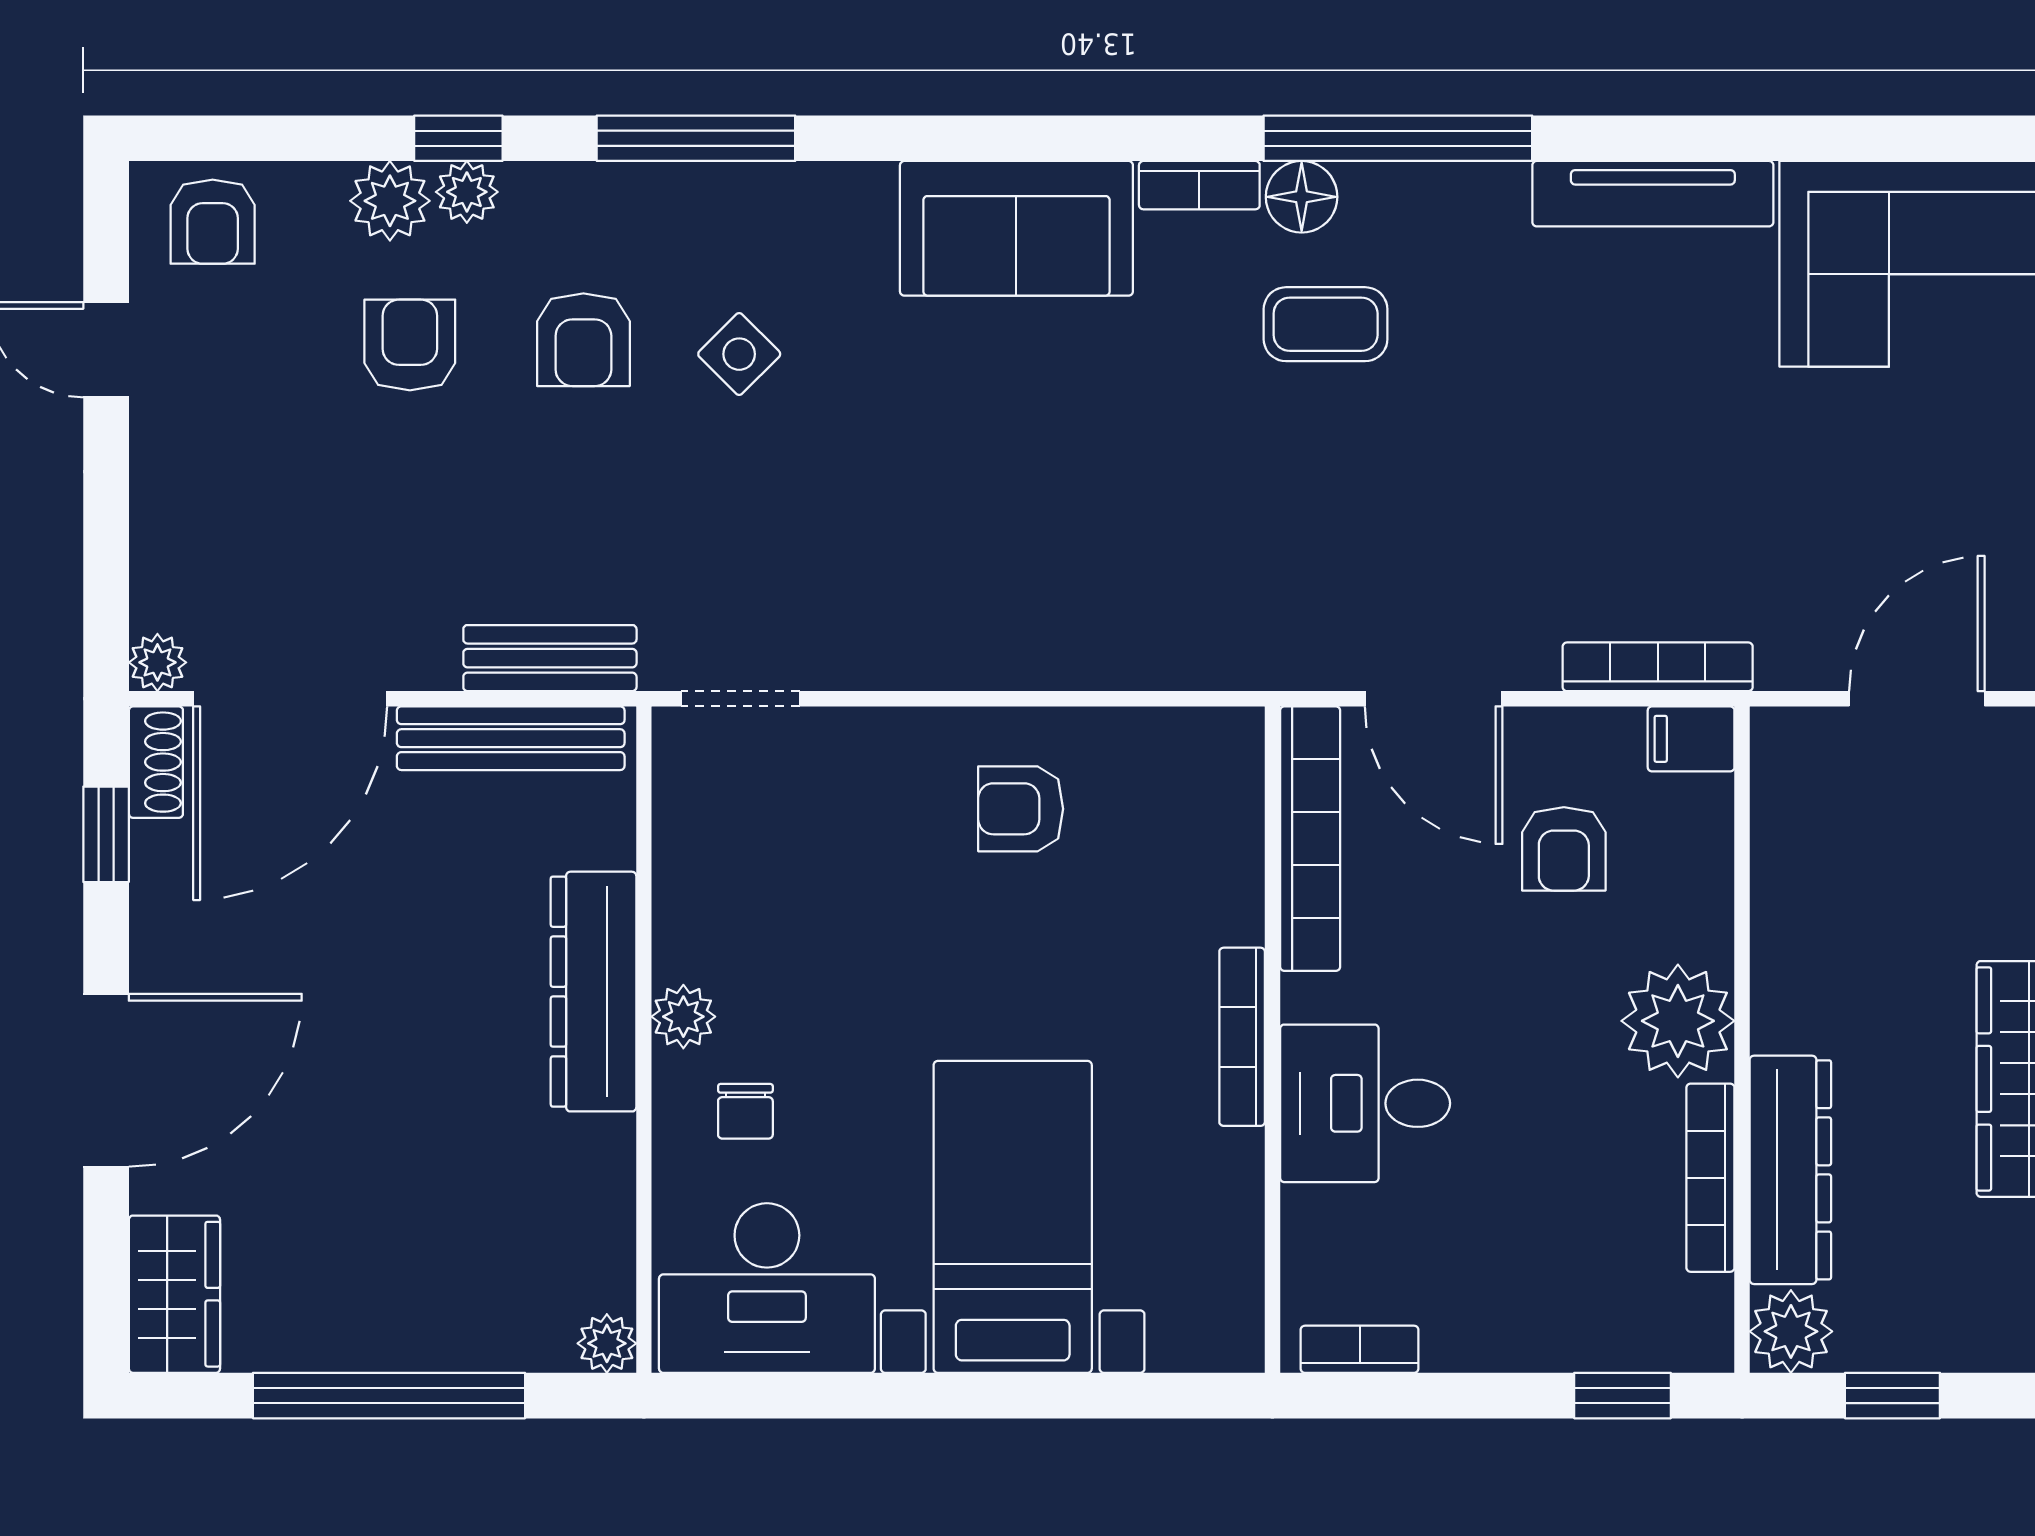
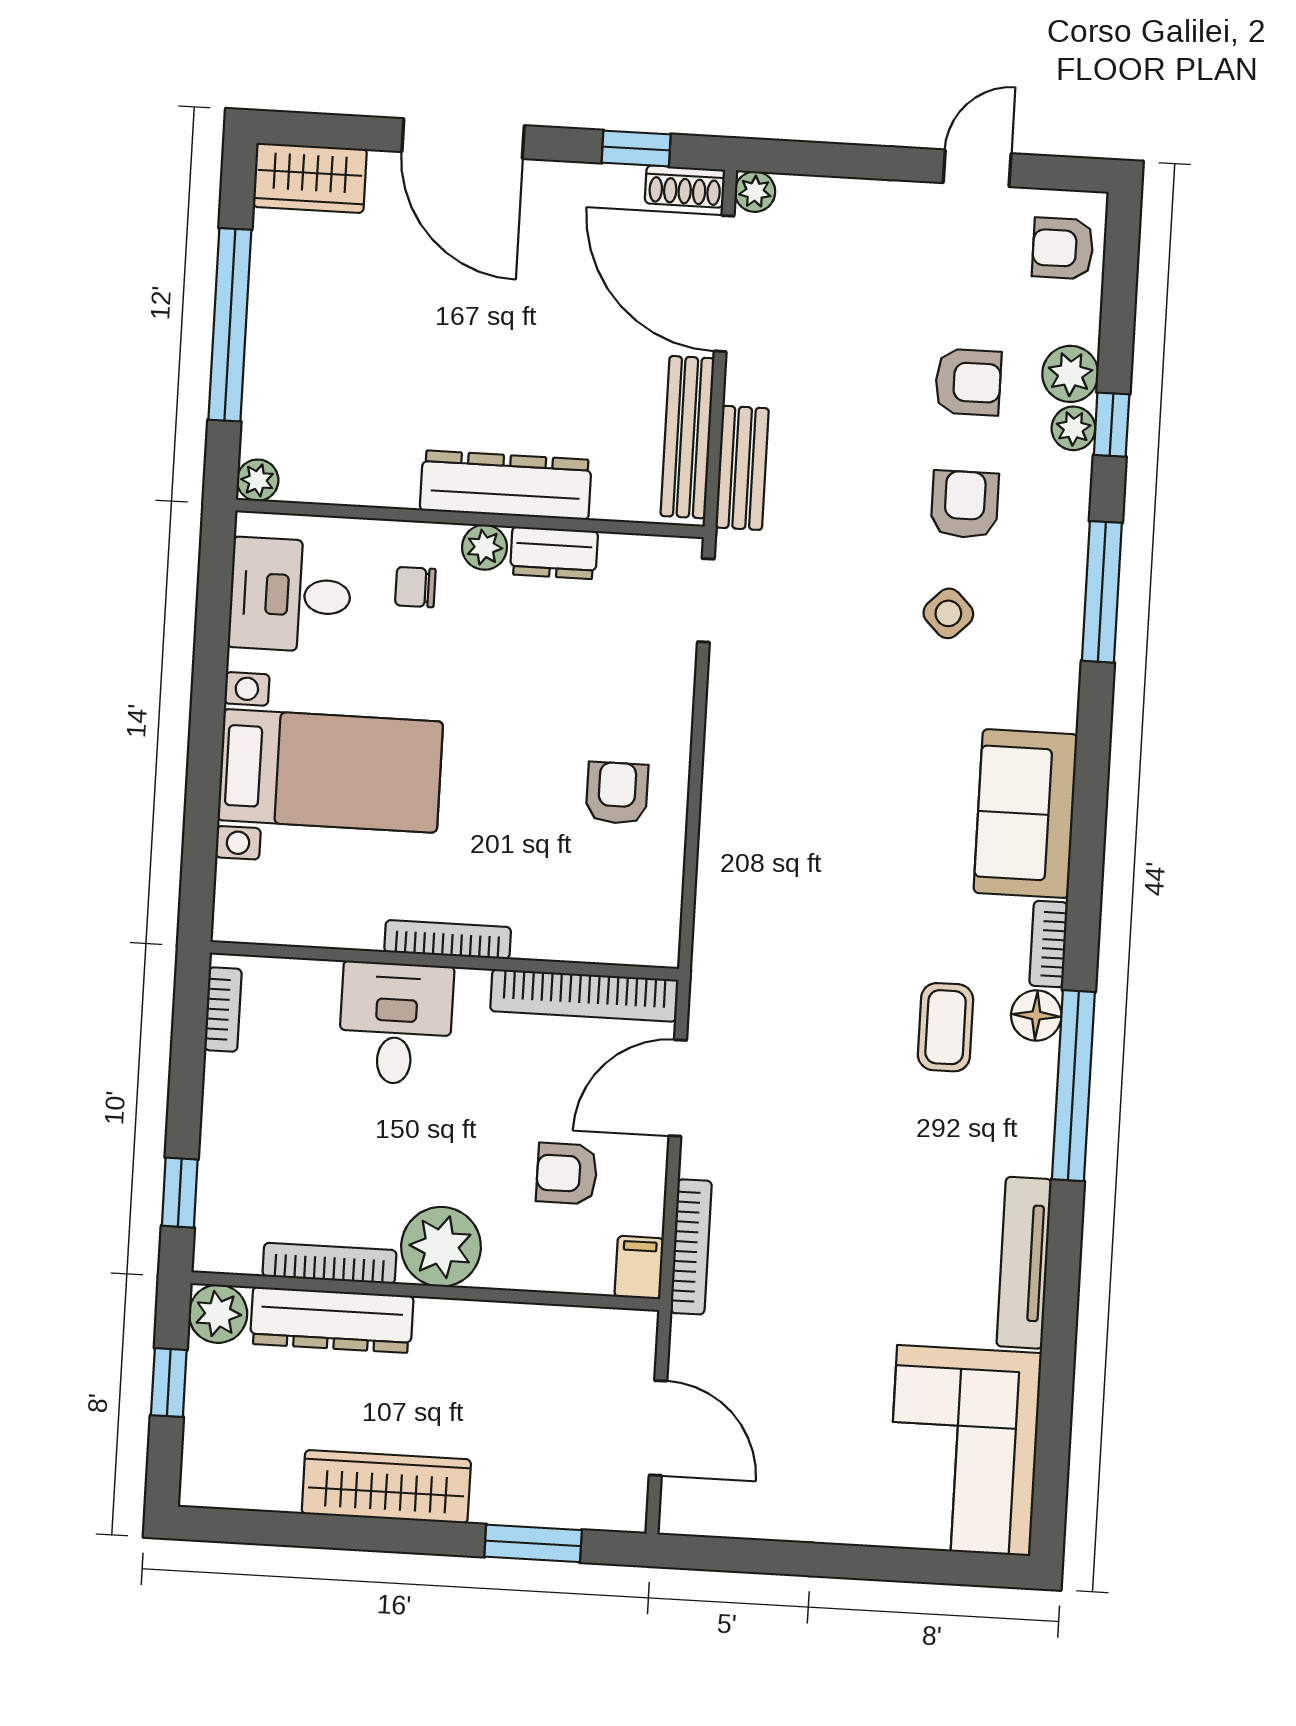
armchair: (583, 340) -> (965, 504), turned 90
dresser: (686, 918) -> (554, 553), added
desk: (767, 1288) -> (290, 595), width x0.73

